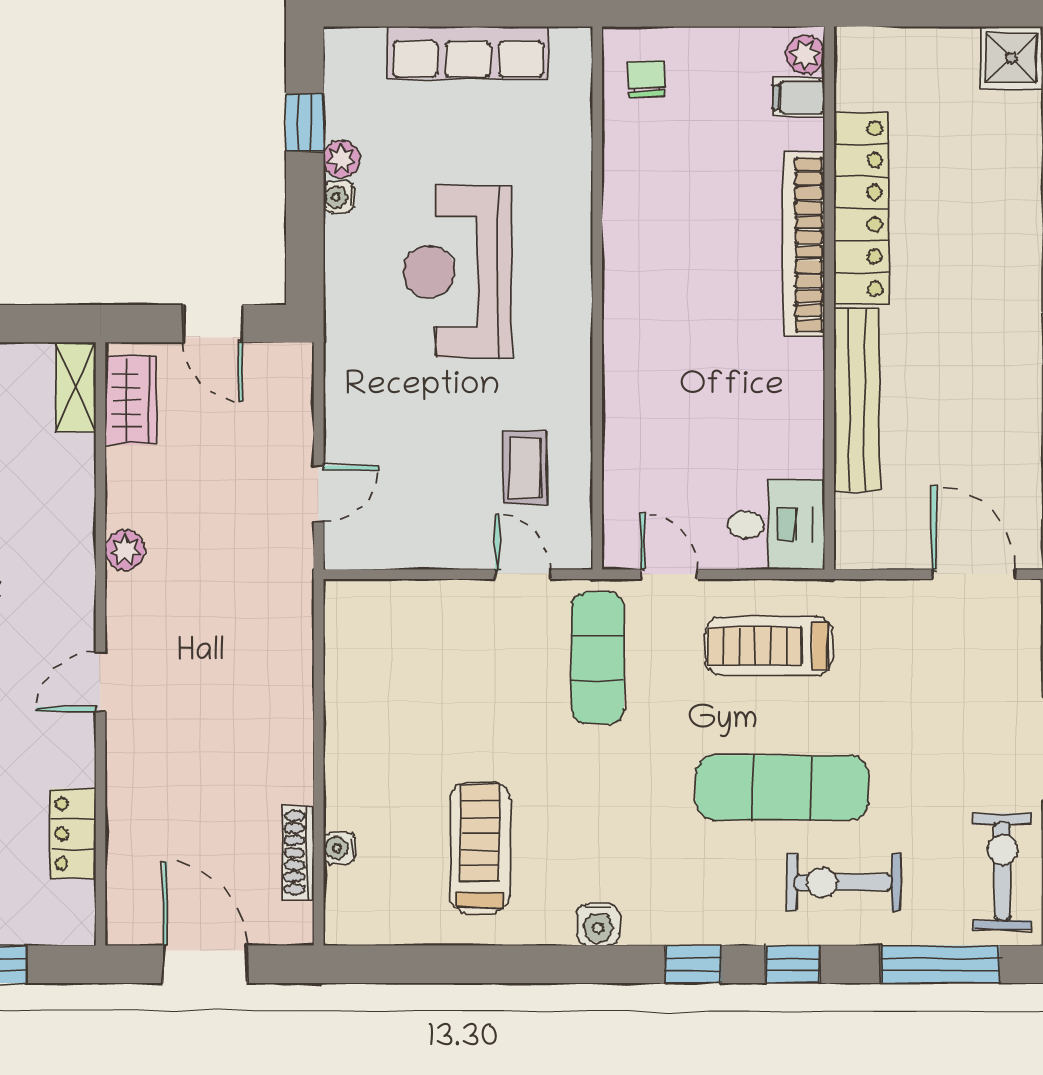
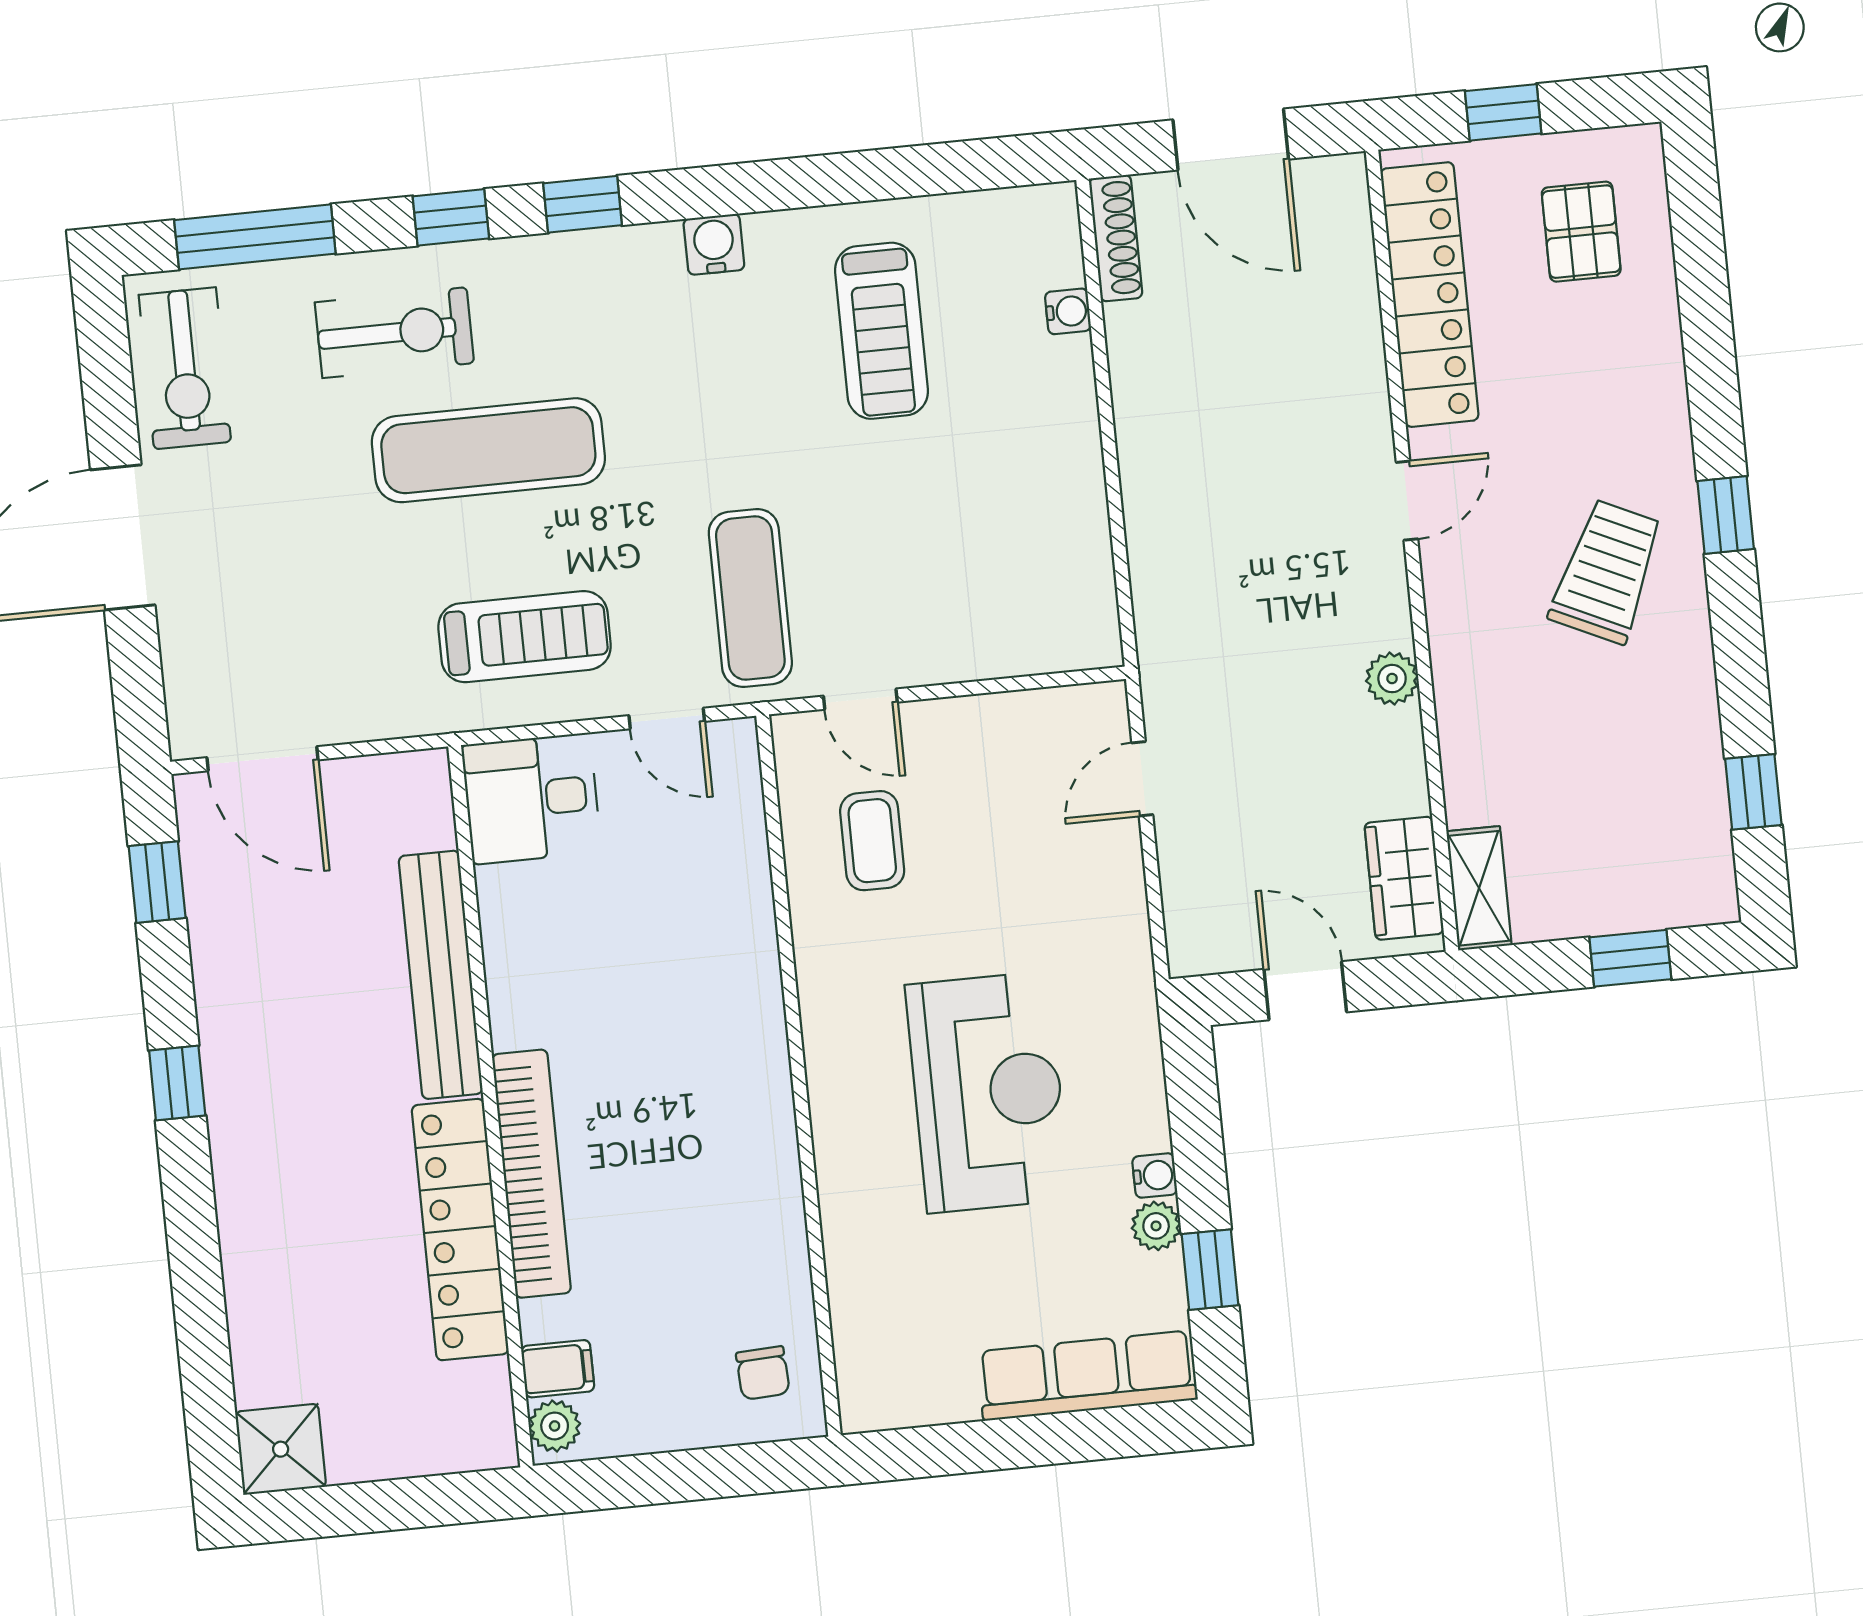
row of seats: (468, 53) -> (1087, 1376), moved
locker: (73, 834) -> (1430, 295), width x2.16, depth x1.21
shoe rack: (298, 853) -> (1116, 238), moved

